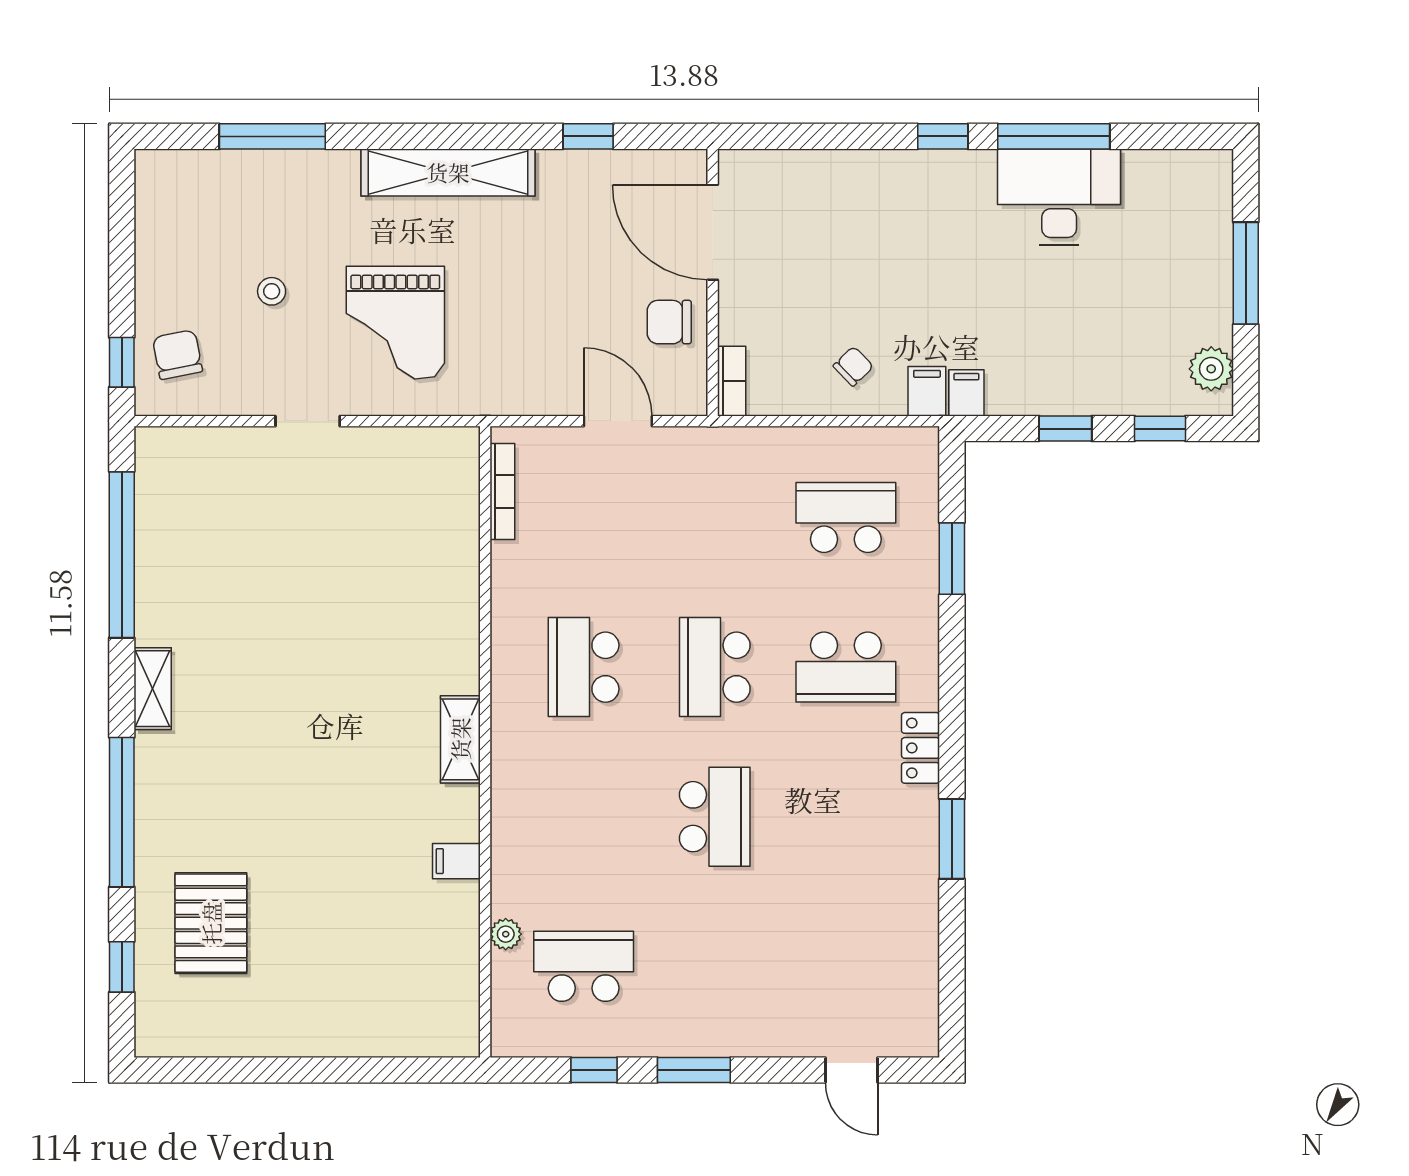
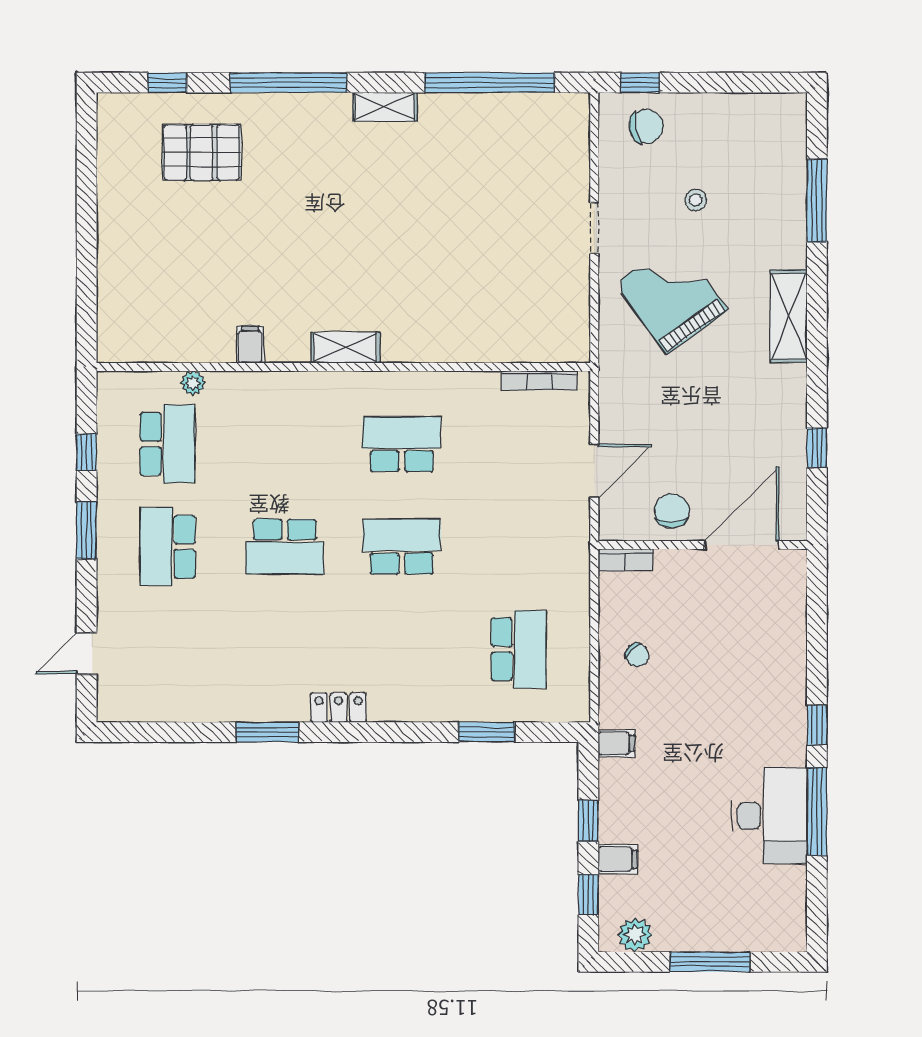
shelving: (448, 172) -> (789, 316), width x0.68
grand piano: (395, 323) -> (671, 297), turned 54
filing cabinet: (927, 391) -> (618, 859), moved
school desk: (846, 667) -> (168, 547), moved

